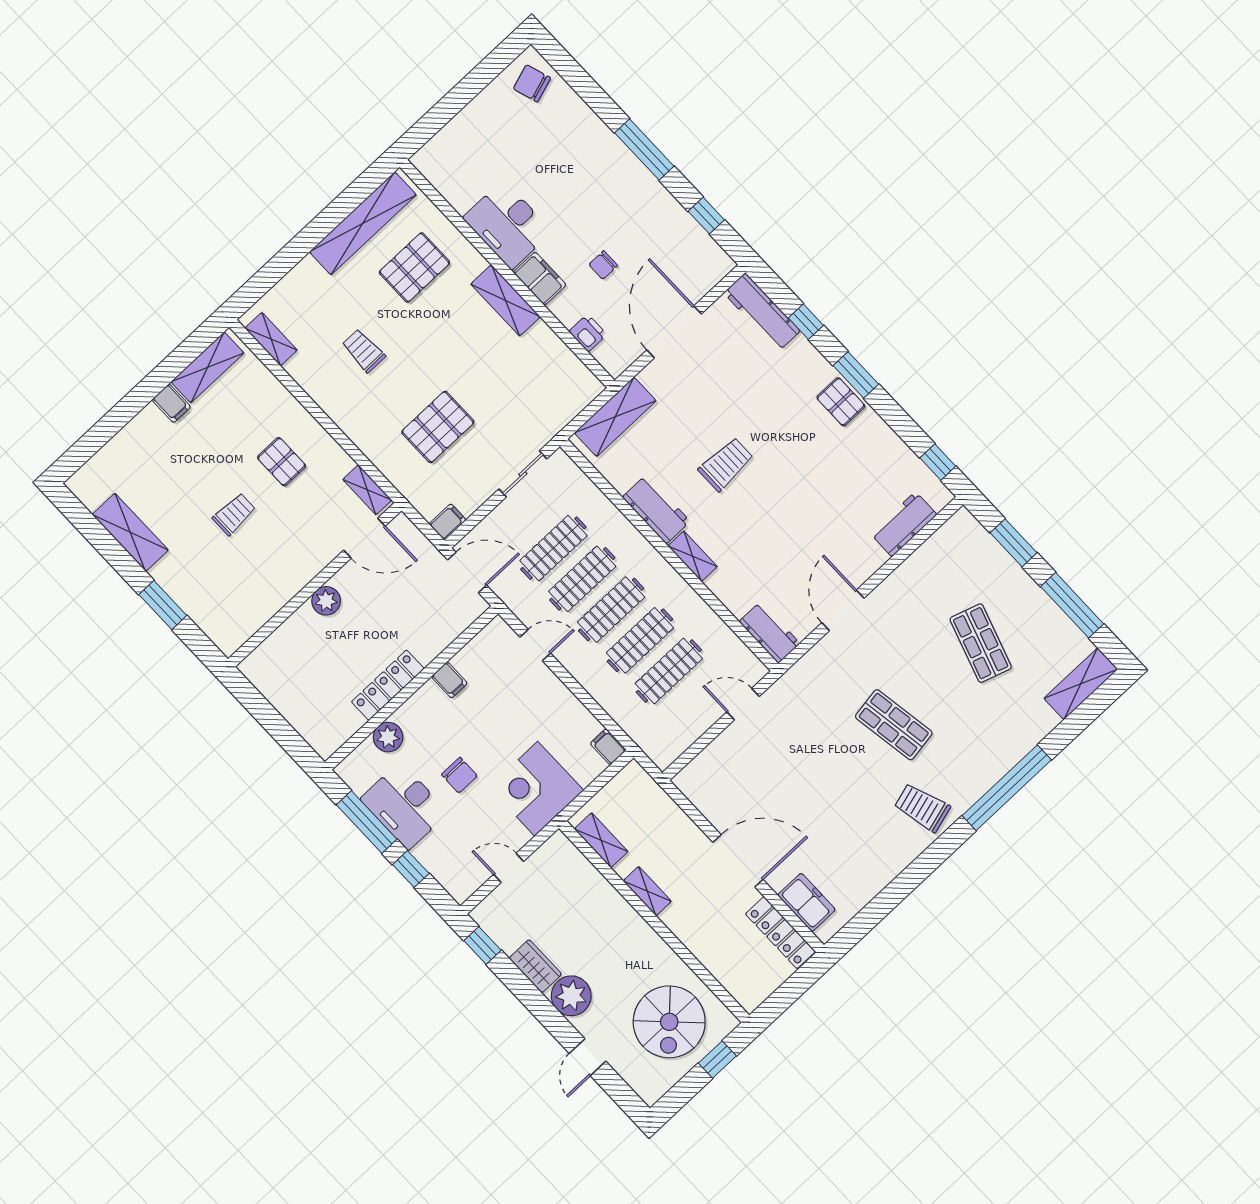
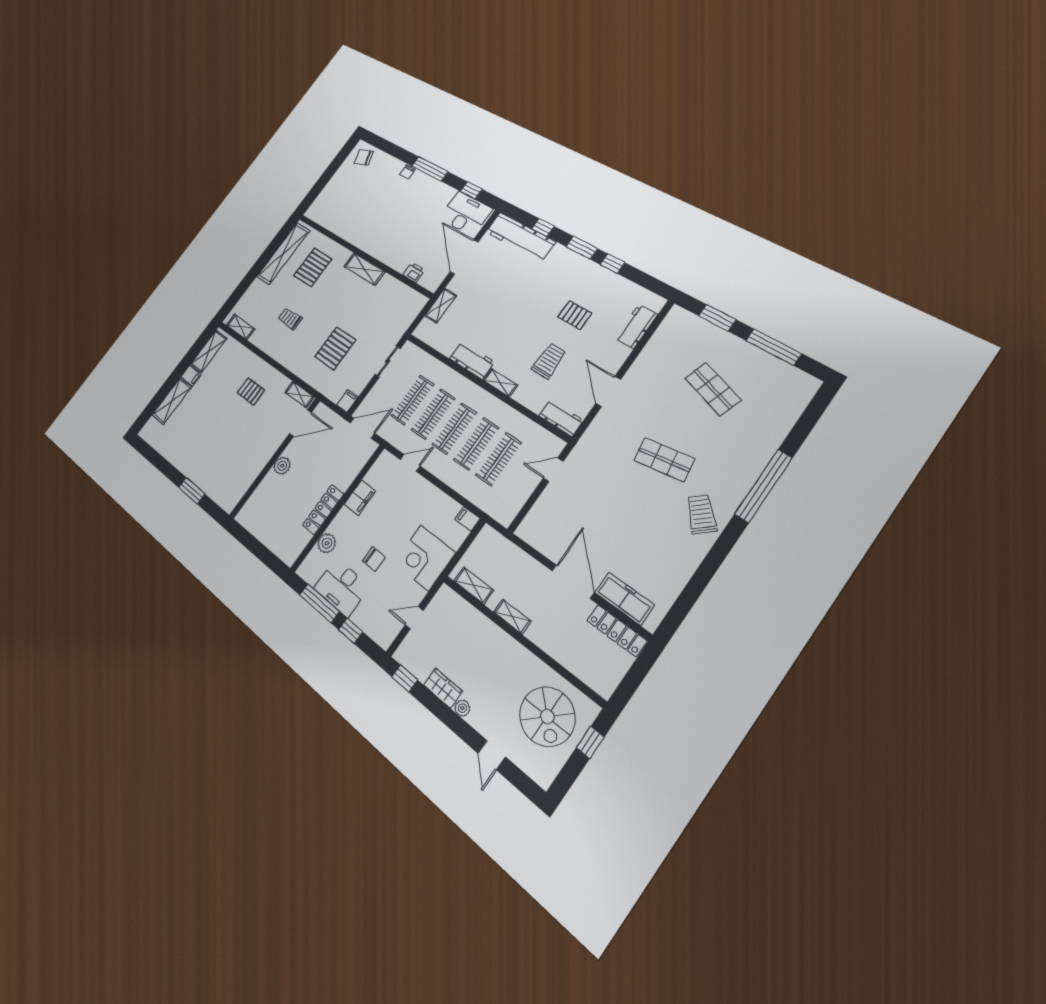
desk: (507, 225) -> (466, 213), moved, turned 180
chair: (603, 265) -> (407, 172), moved
filing cabinet: (540, 279) -> (382, 252), removed
workbench: (762, 312) -> (520, 237), width x1.36, depth x1.32
pallet: (841, 402) -> (575, 315), moved
shelving: (615, 417) -> (440, 306), width x0.67, depth x0.75
window: (938, 462) -> (613, 264), moved
trolley: (726, 464) -> (549, 361), moved
trolley: (234, 514) -> (227, 428), removed
shelving: (130, 532) -> (172, 401), moved, turned 90
filing cabinet: (449, 680) -> (360, 498), width x2.00
shelving: (1081, 684) -> (798, 399), removed
trolley: (922, 807) -> (702, 514), turned 64
door: (738, 861) -> (573, 582), hinge flipped
freezer: (807, 902) -> (624, 599), width x1.40
plant: (571, 996) -> (462, 708), width x0.53, depth x0.53

